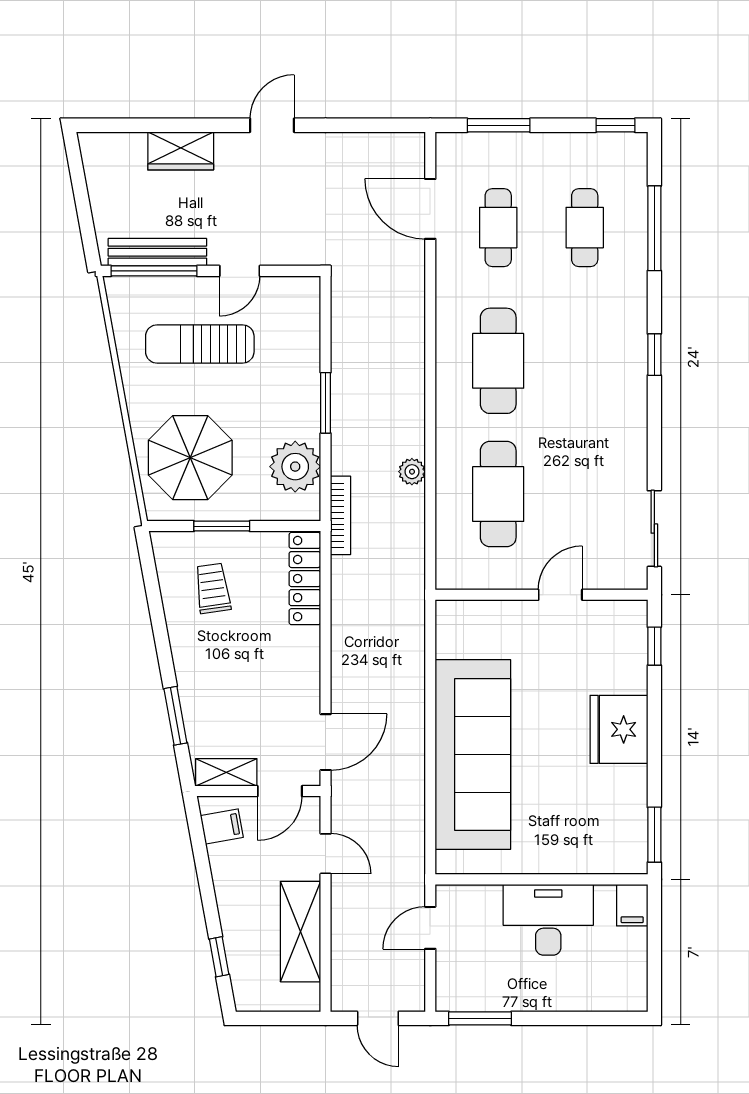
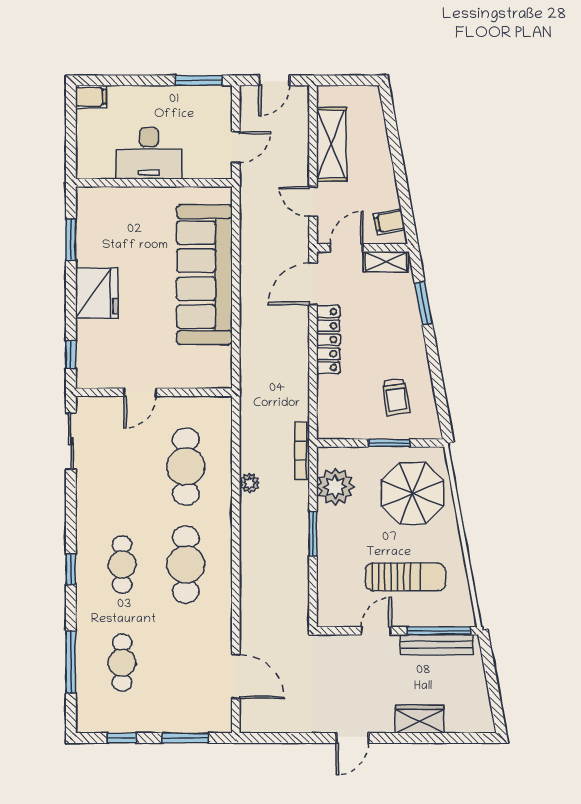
window: (615, 125) -> (122, 738), moved
cafe table: (498, 228) -> (122, 565), moved
locker: (305, 579) -> (328, 340), moved
window: (654, 835) -> (71, 240), moved
filing cabinet: (632, 905) -> (91, 97), moved, turned 90
window: (219, 957) -> (391, 126), removed
door: (378, 1018) -> (274, 80), swing flipped

